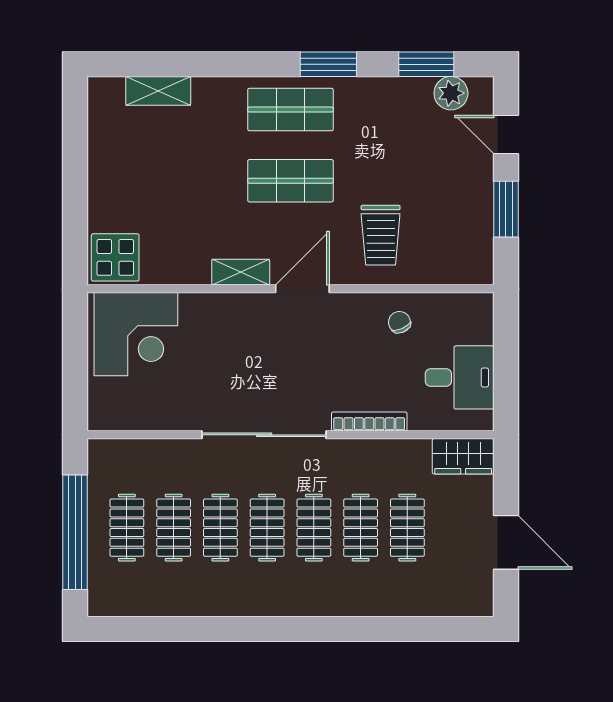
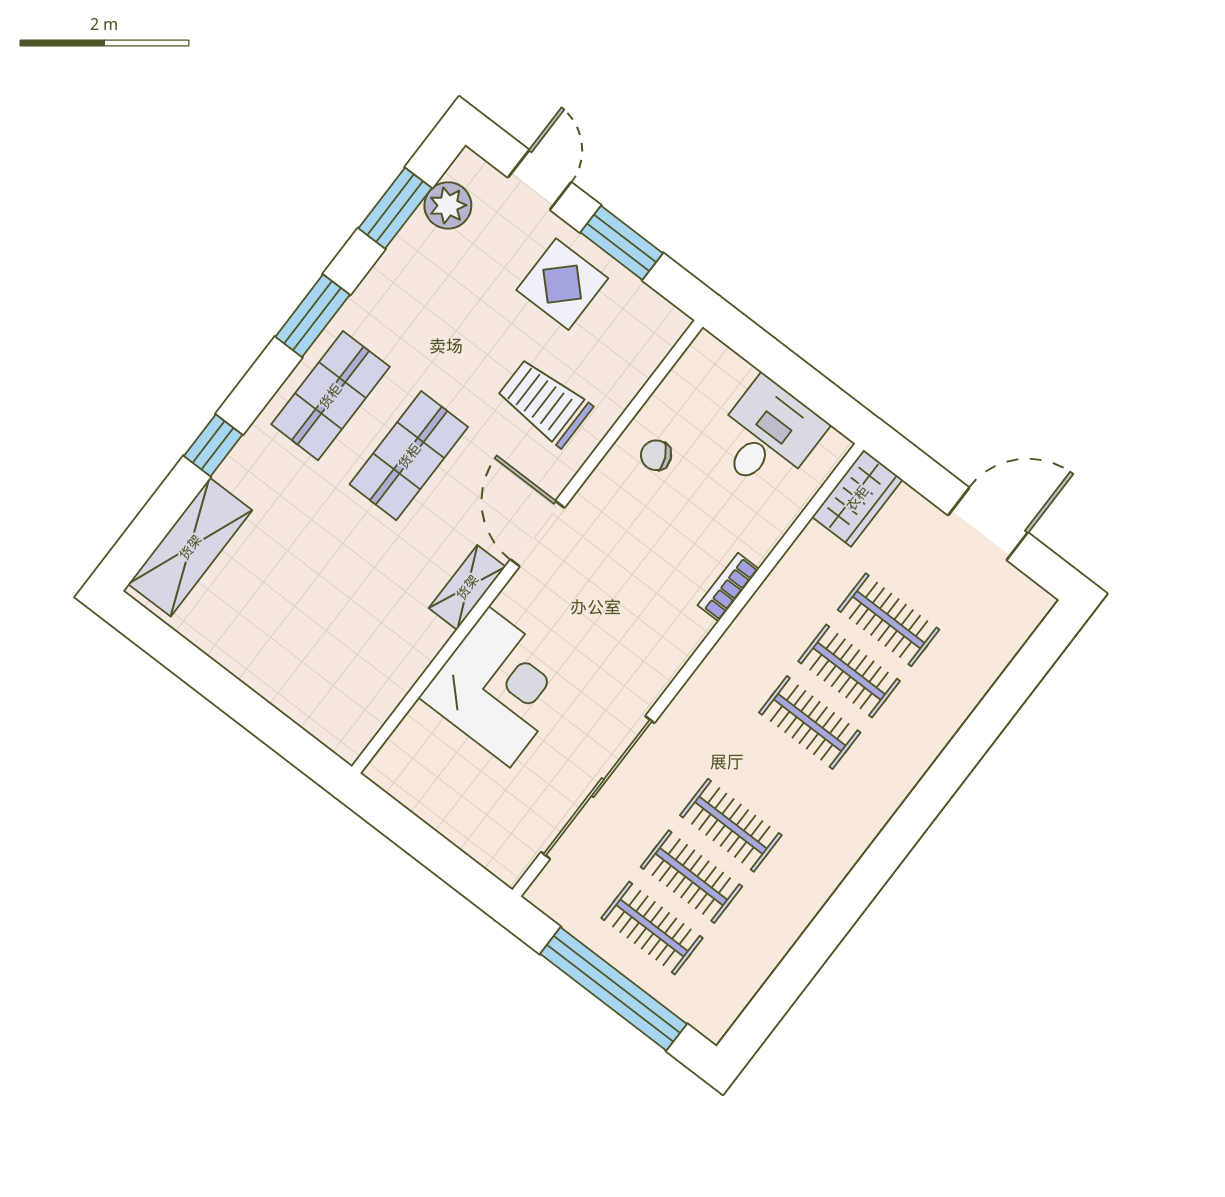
window: (210, 64) -> (213, 445), added
shelving: (158, 91) -> (190, 547), width x1.50, depth x1.33
door: (506, 135) -> (540, 180), swing flipped
trolley: (381, 235) -> (545, 403), turned 180
display table: (115, 257) -> (562, 284), moved
corner desk: (136, 334) -> (499, 687), moved
bookcase: (369, 422) -> (728, 587), width x0.64
sliding door: (264, 435) -> (598, 788), moved
clothes rail: (267, 528) -> (770, 774), removed

